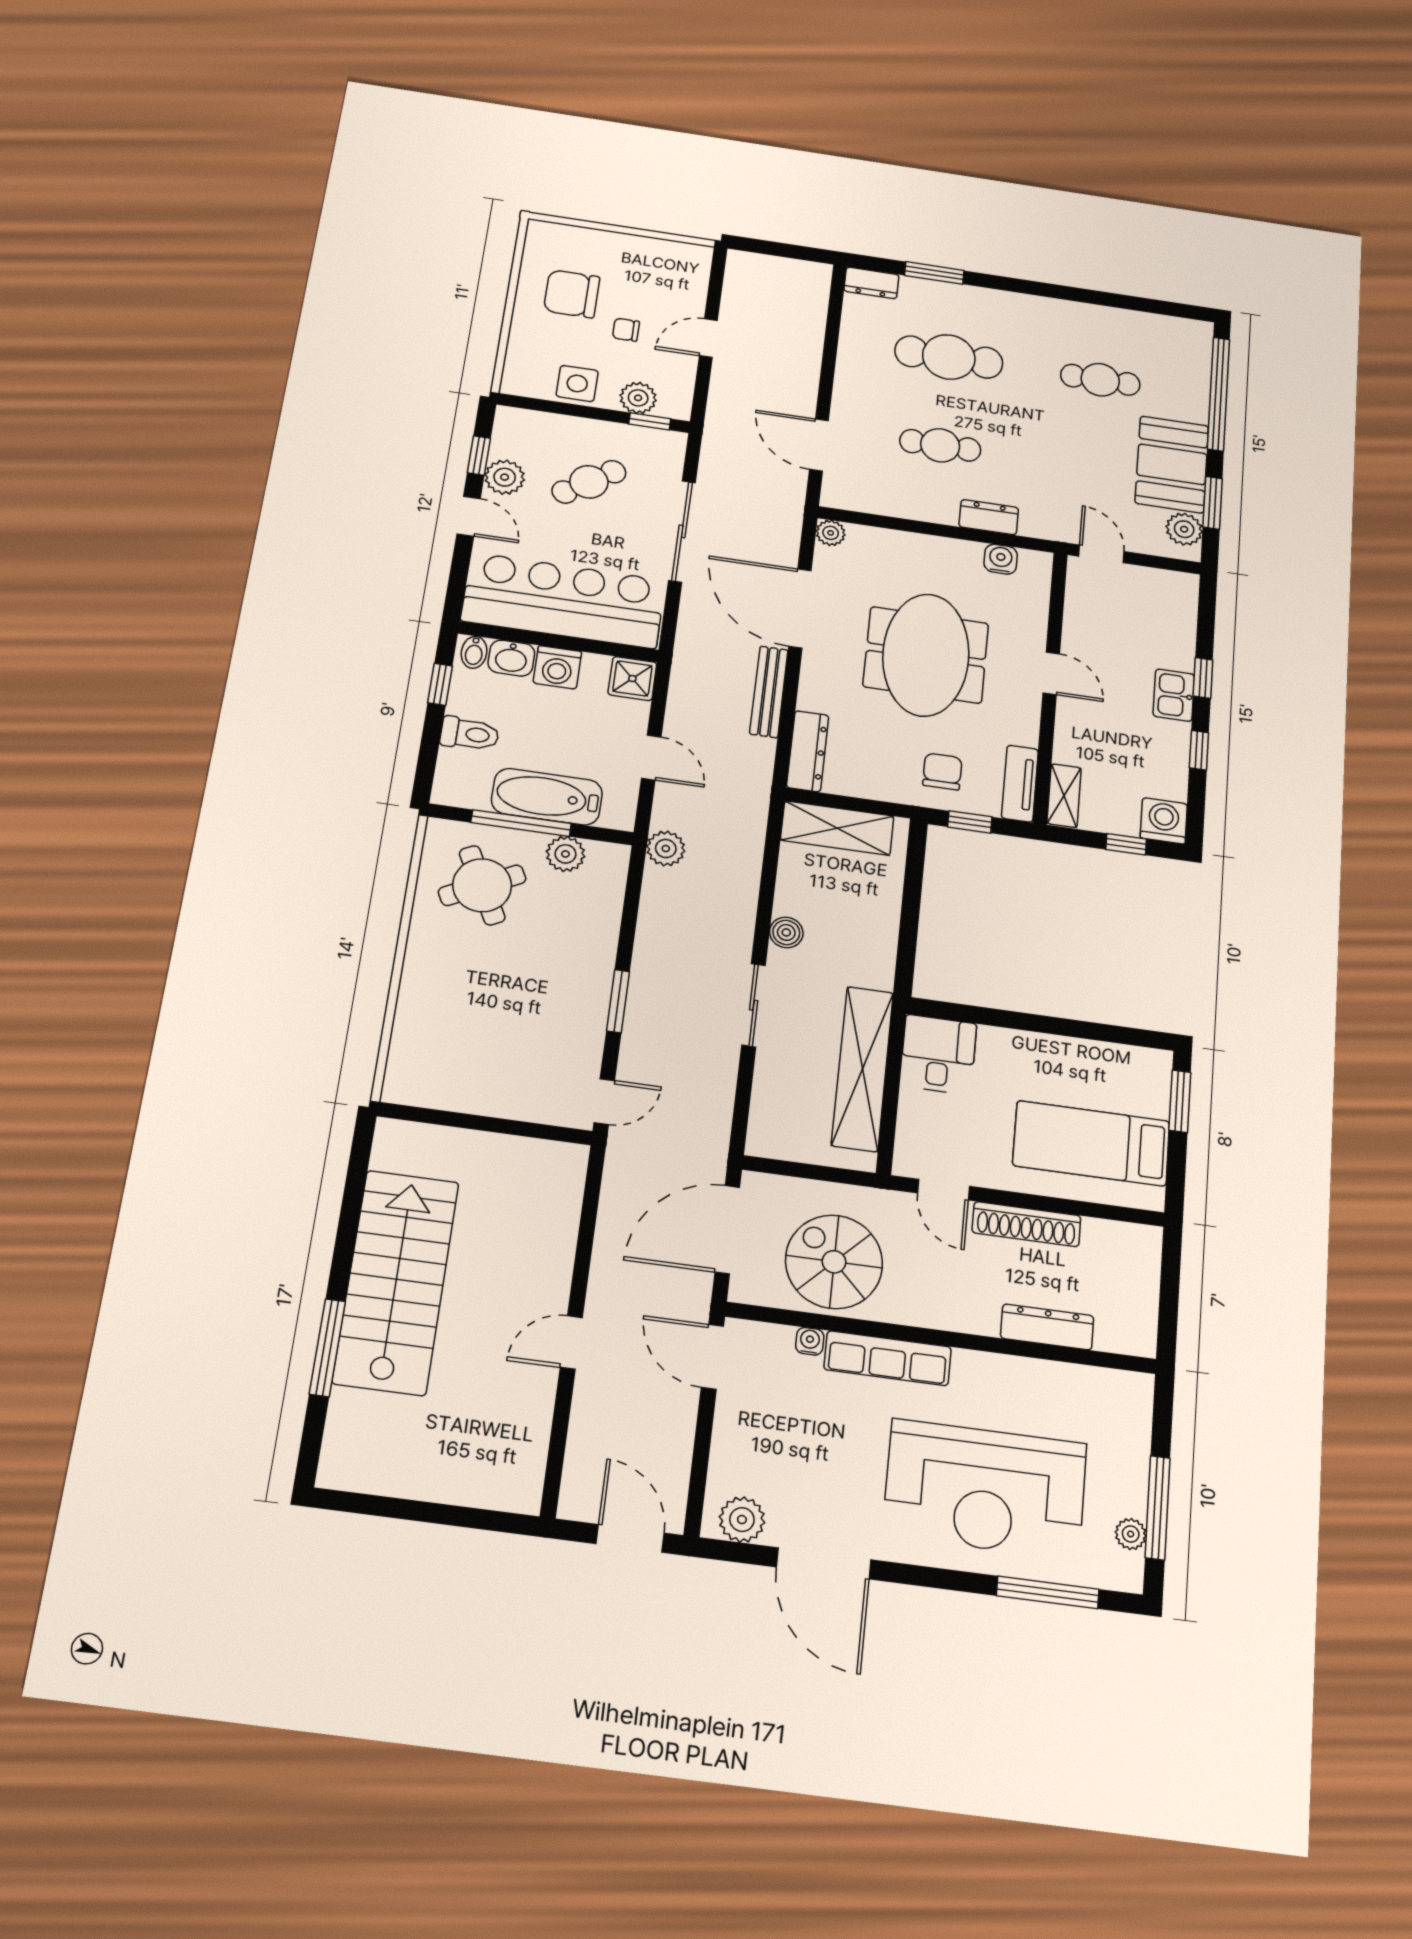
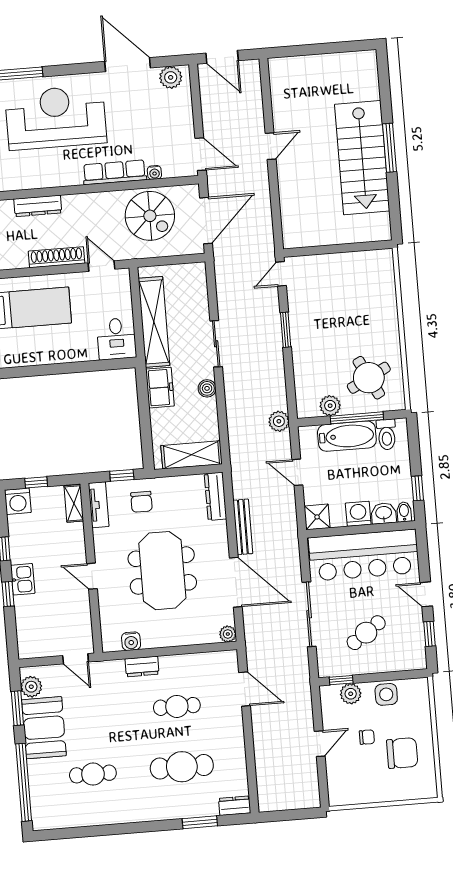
plant: (505, 477) -> (412, 624), removed
toilet: (470, 734) -> (387, 434), moved, turned -90
freezer: (873, 953) -> (160, 388), added
window: (327, 1348) -> (389, 148), moved

